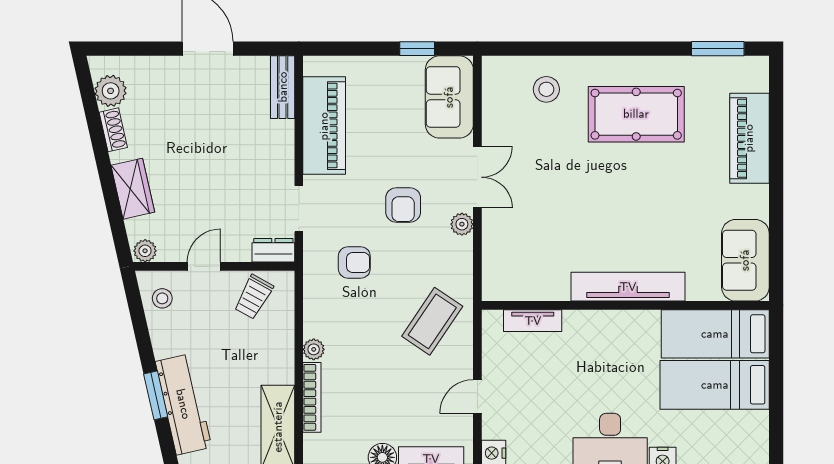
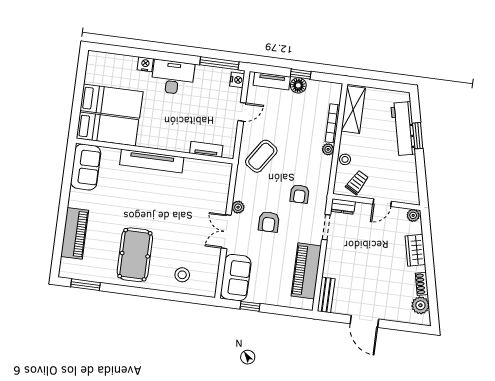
pool table: (636, 114) -> (135, 255), turned 90
armchair: (403, 205) -> (269, 222), turned 180
armchair: (354, 262) -> (300, 194), turned -90
stool: (162, 298) -> (345, 159), moved

